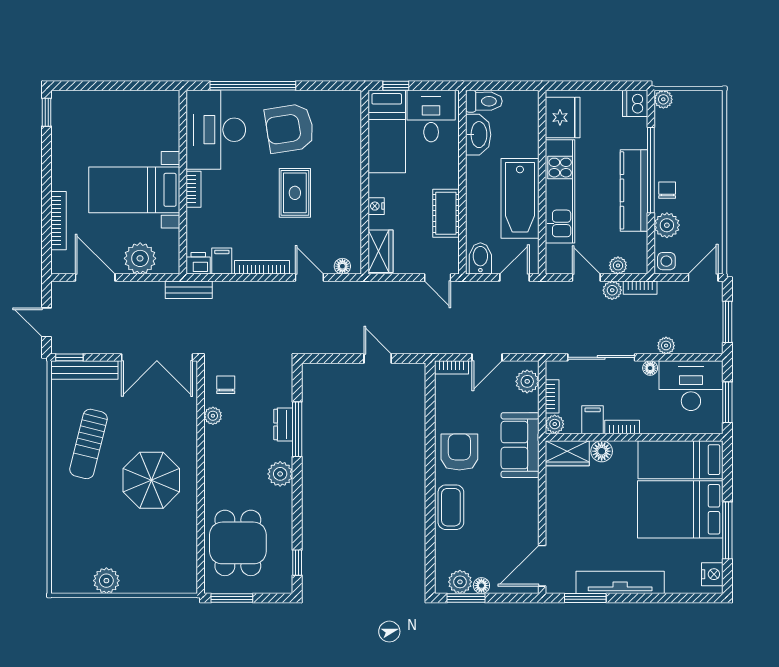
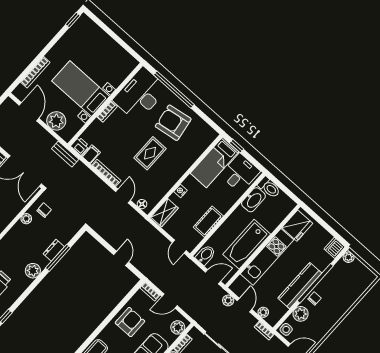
plant: (612, 290) -> (228, 300), moved
armchair: (459, 452) -> (130, 322), moved

